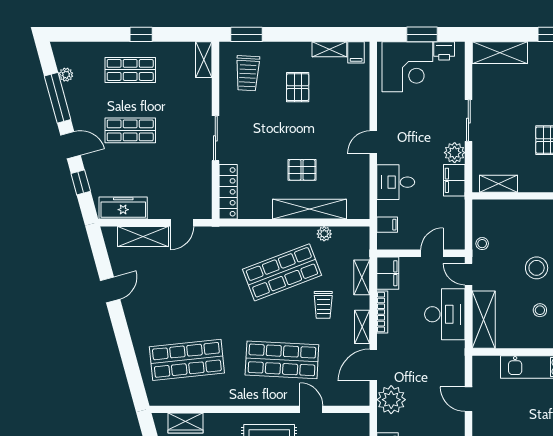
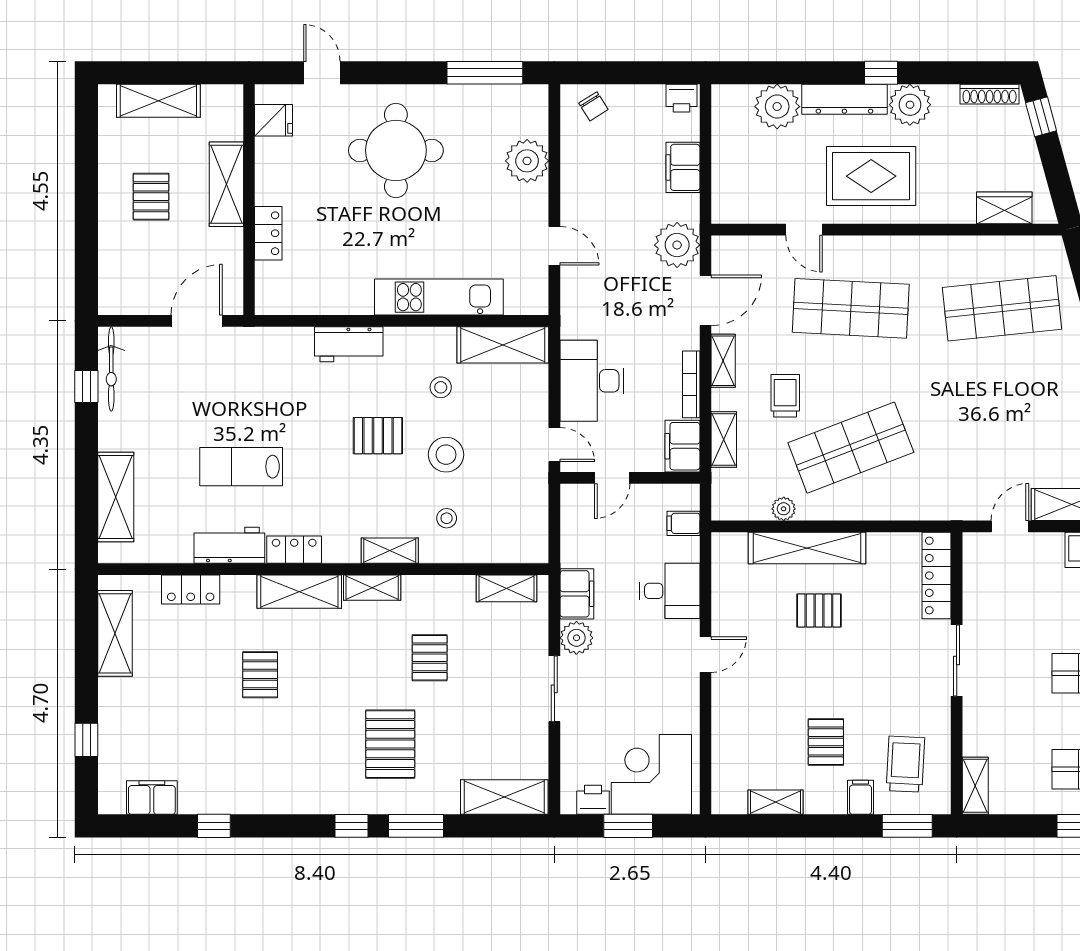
filing cabinet: (356, 52) -> (860, 797), moved
stool: (482, 244) -> (447, 518), moved
shelving: (484, 320) -> (503, 345), moved, turned 90

